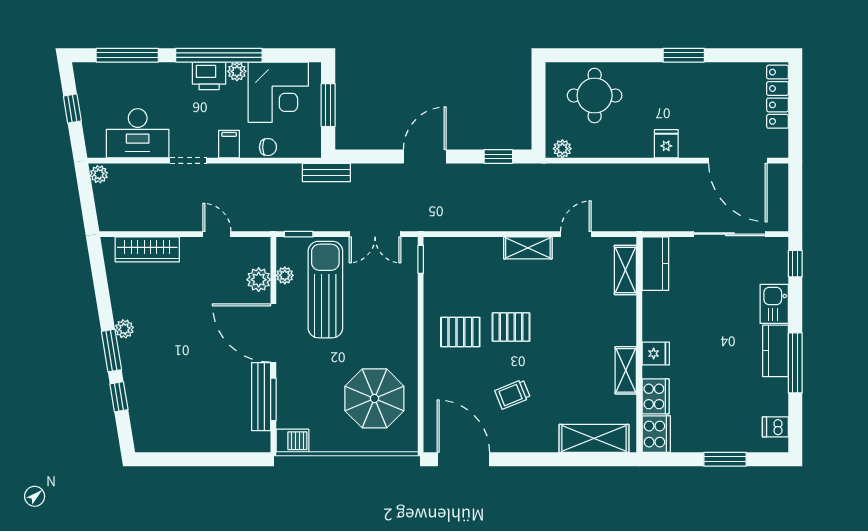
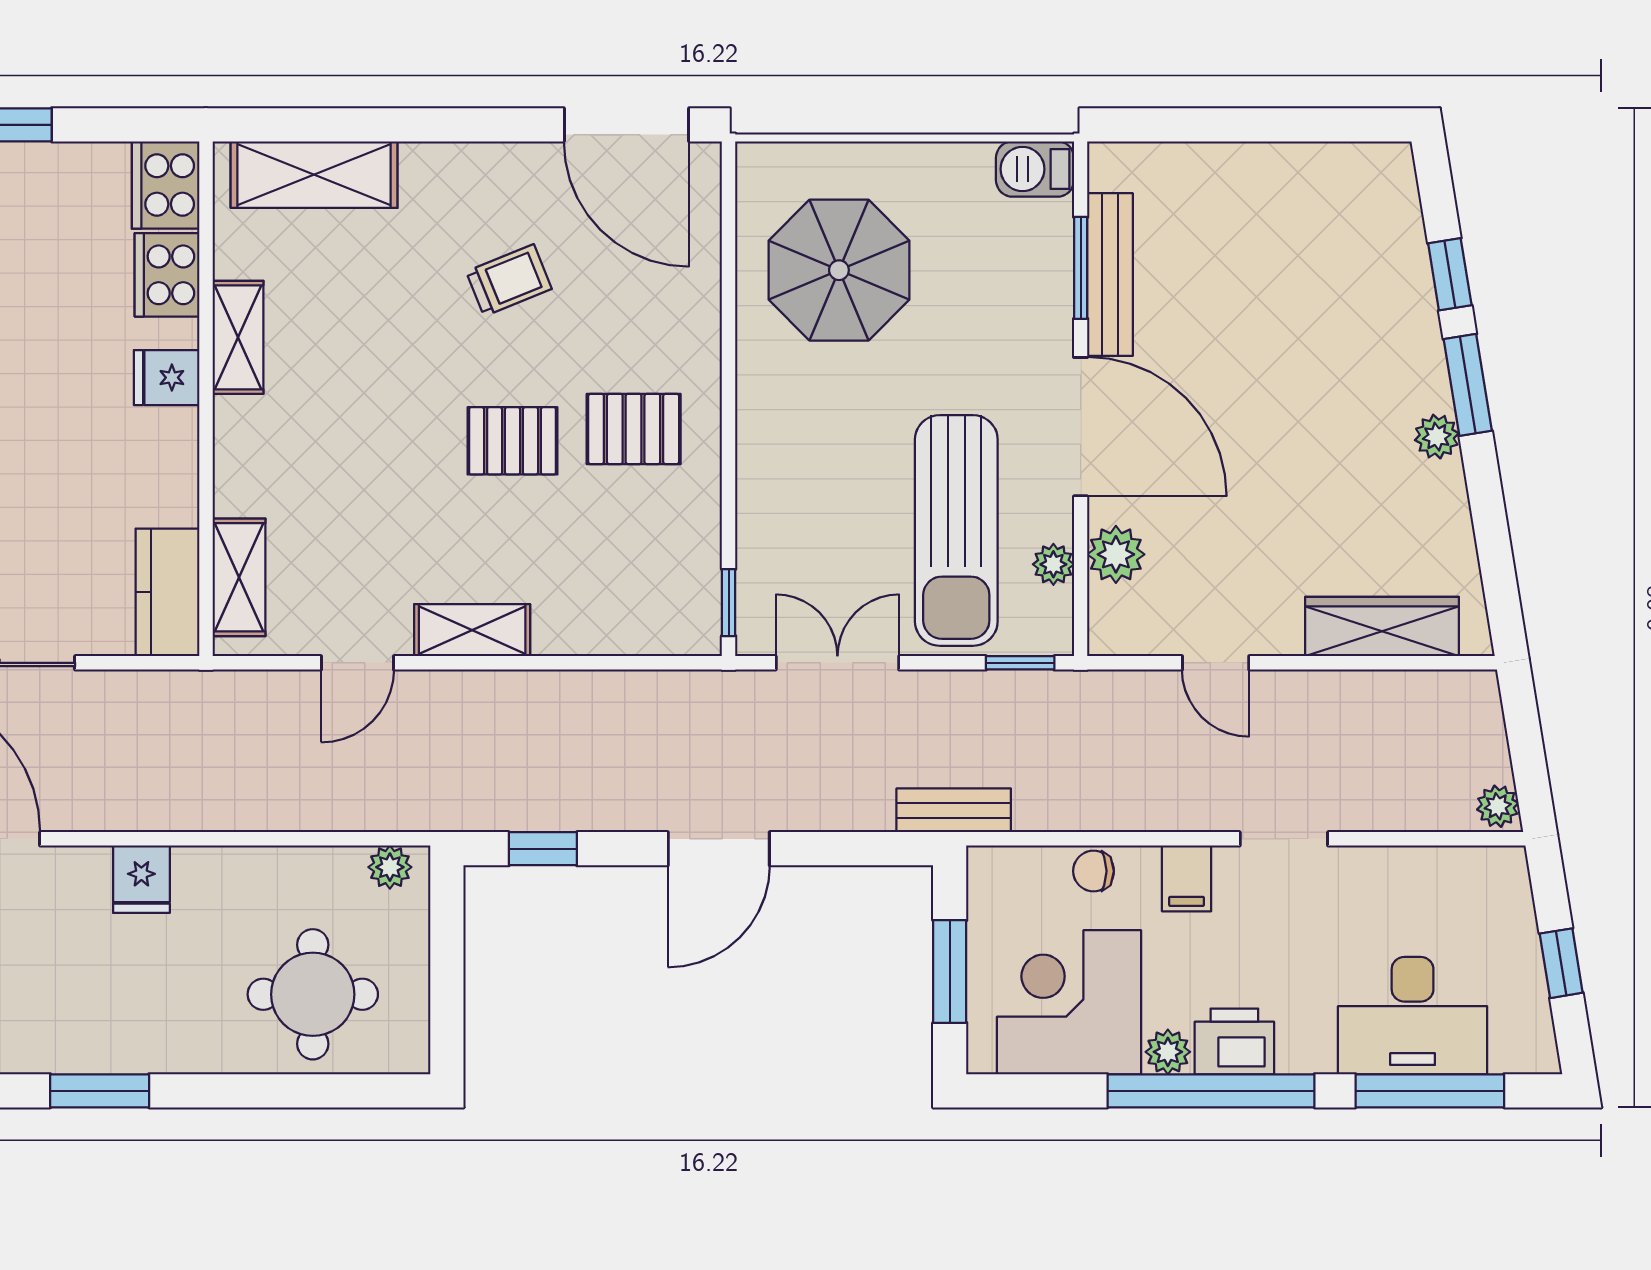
desk: (138, 133) -> (1413, 1016), moved, turned 180

